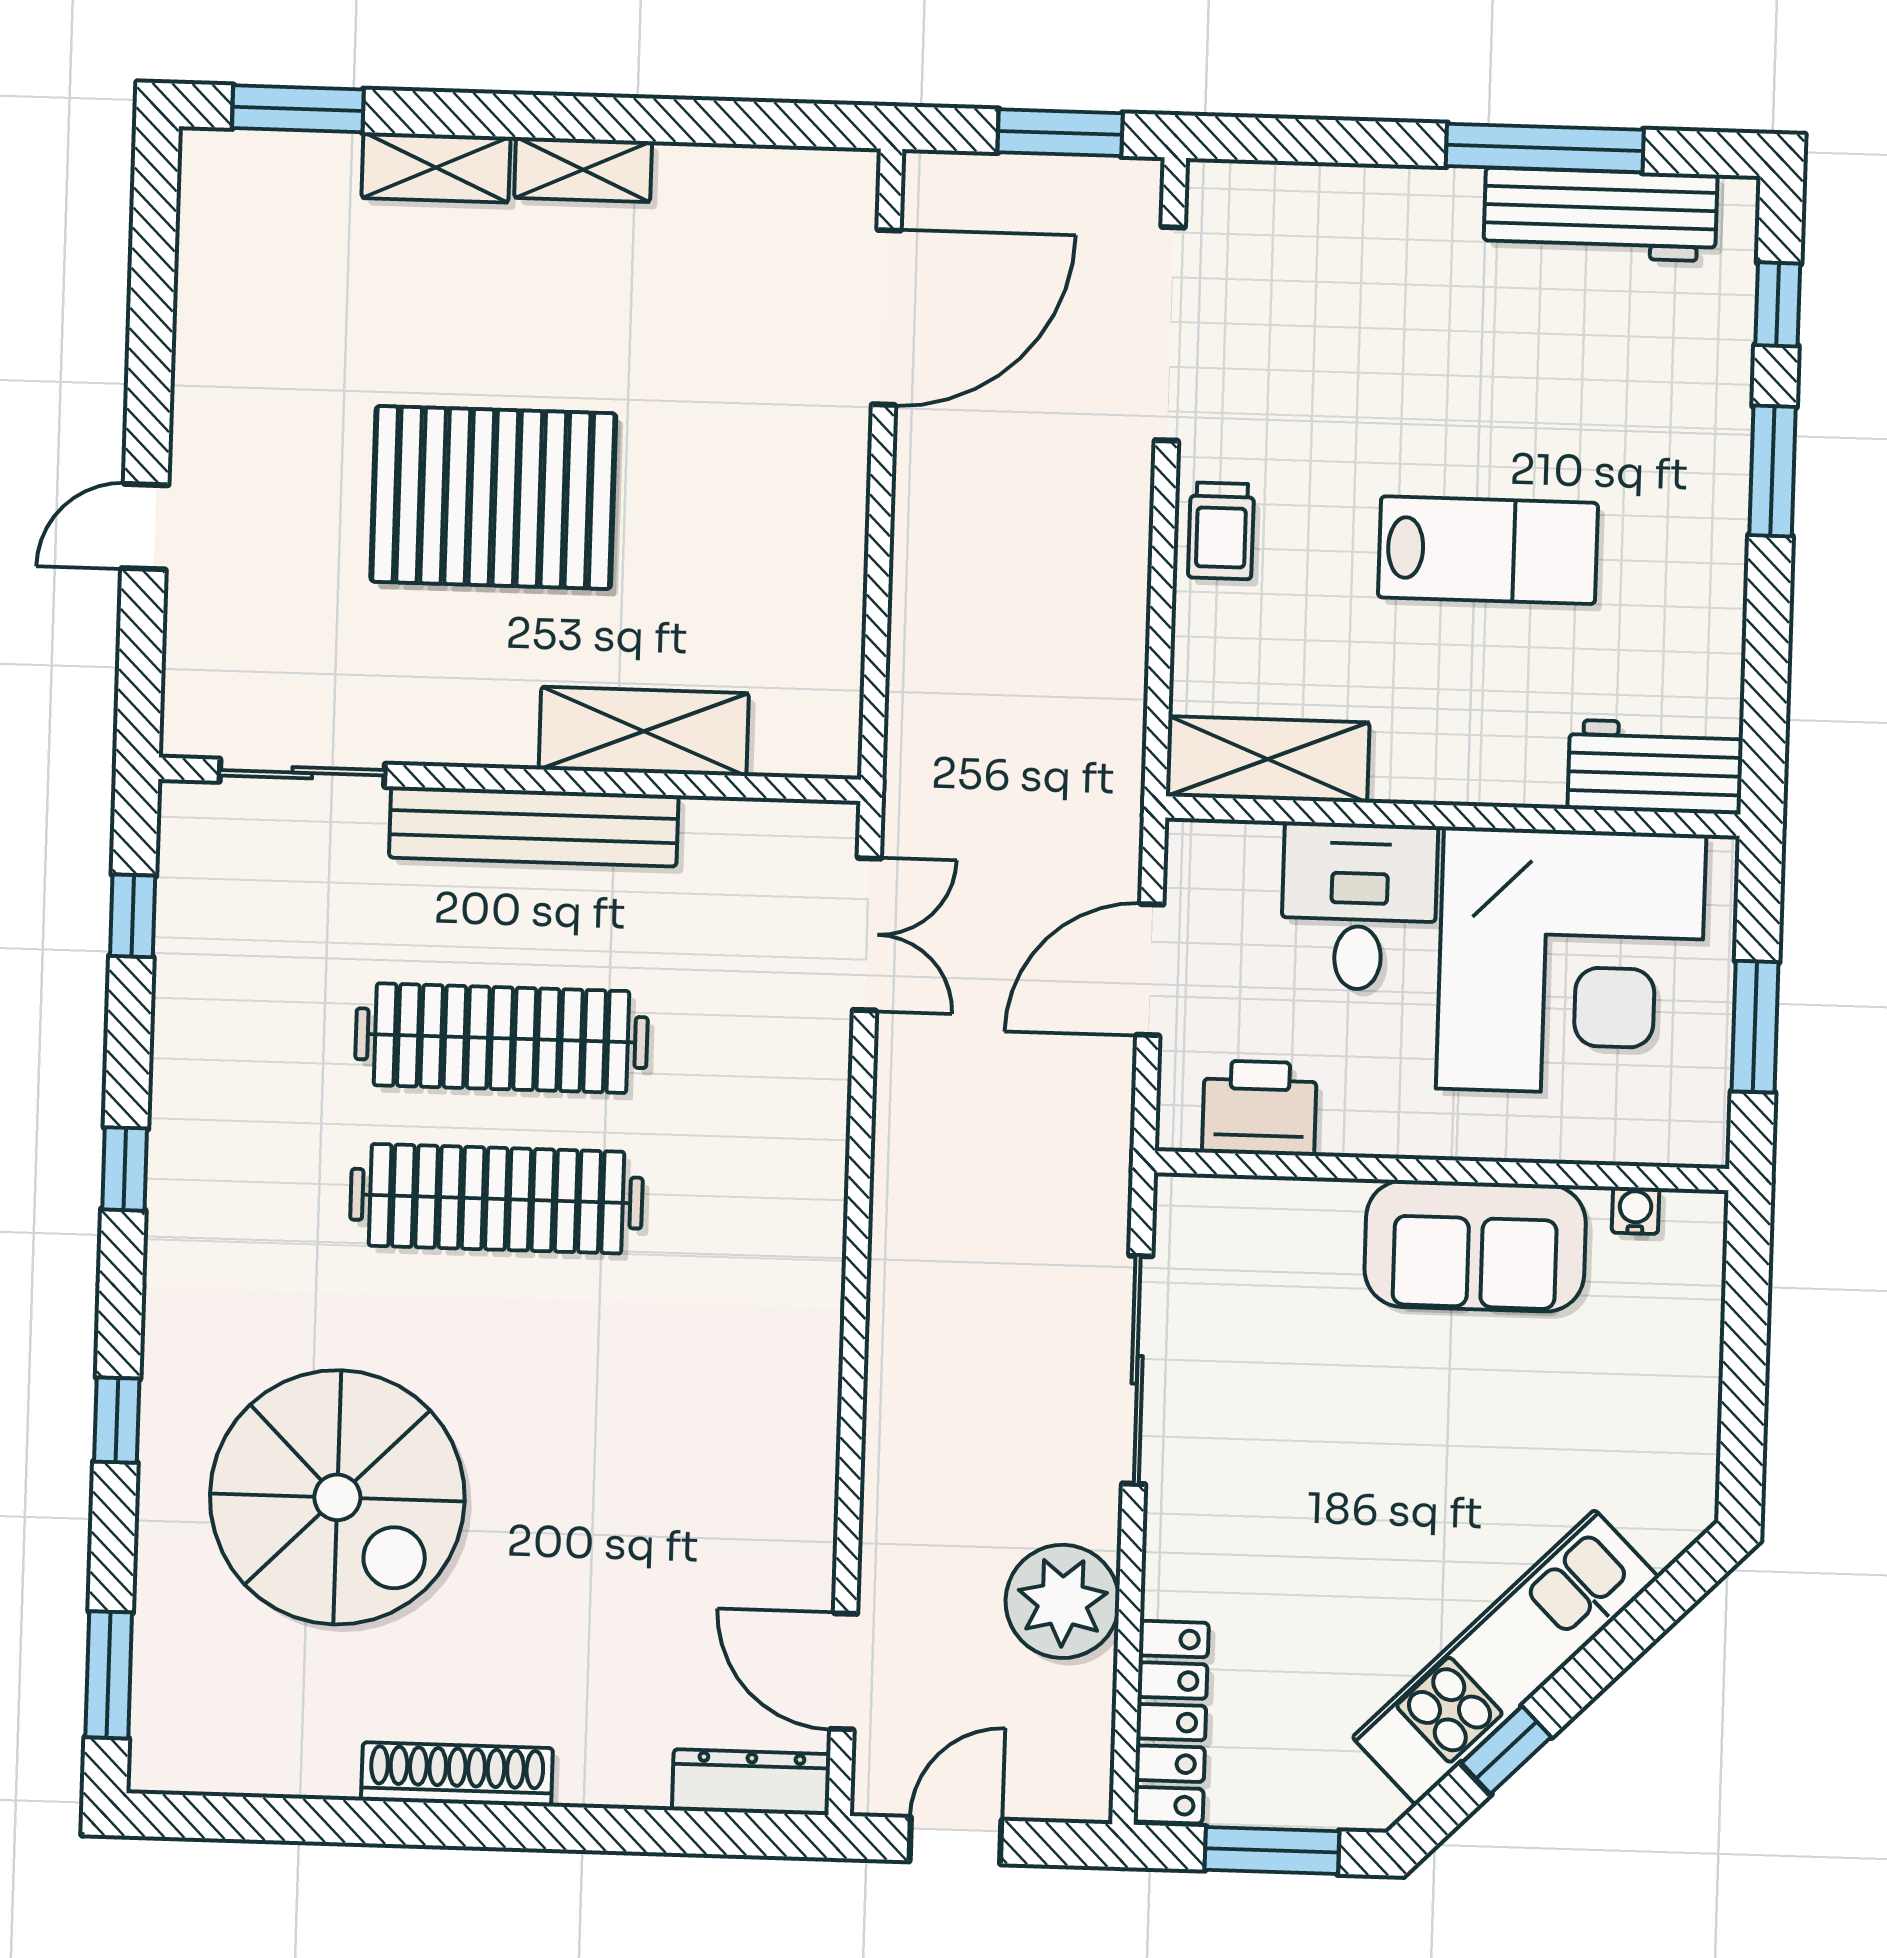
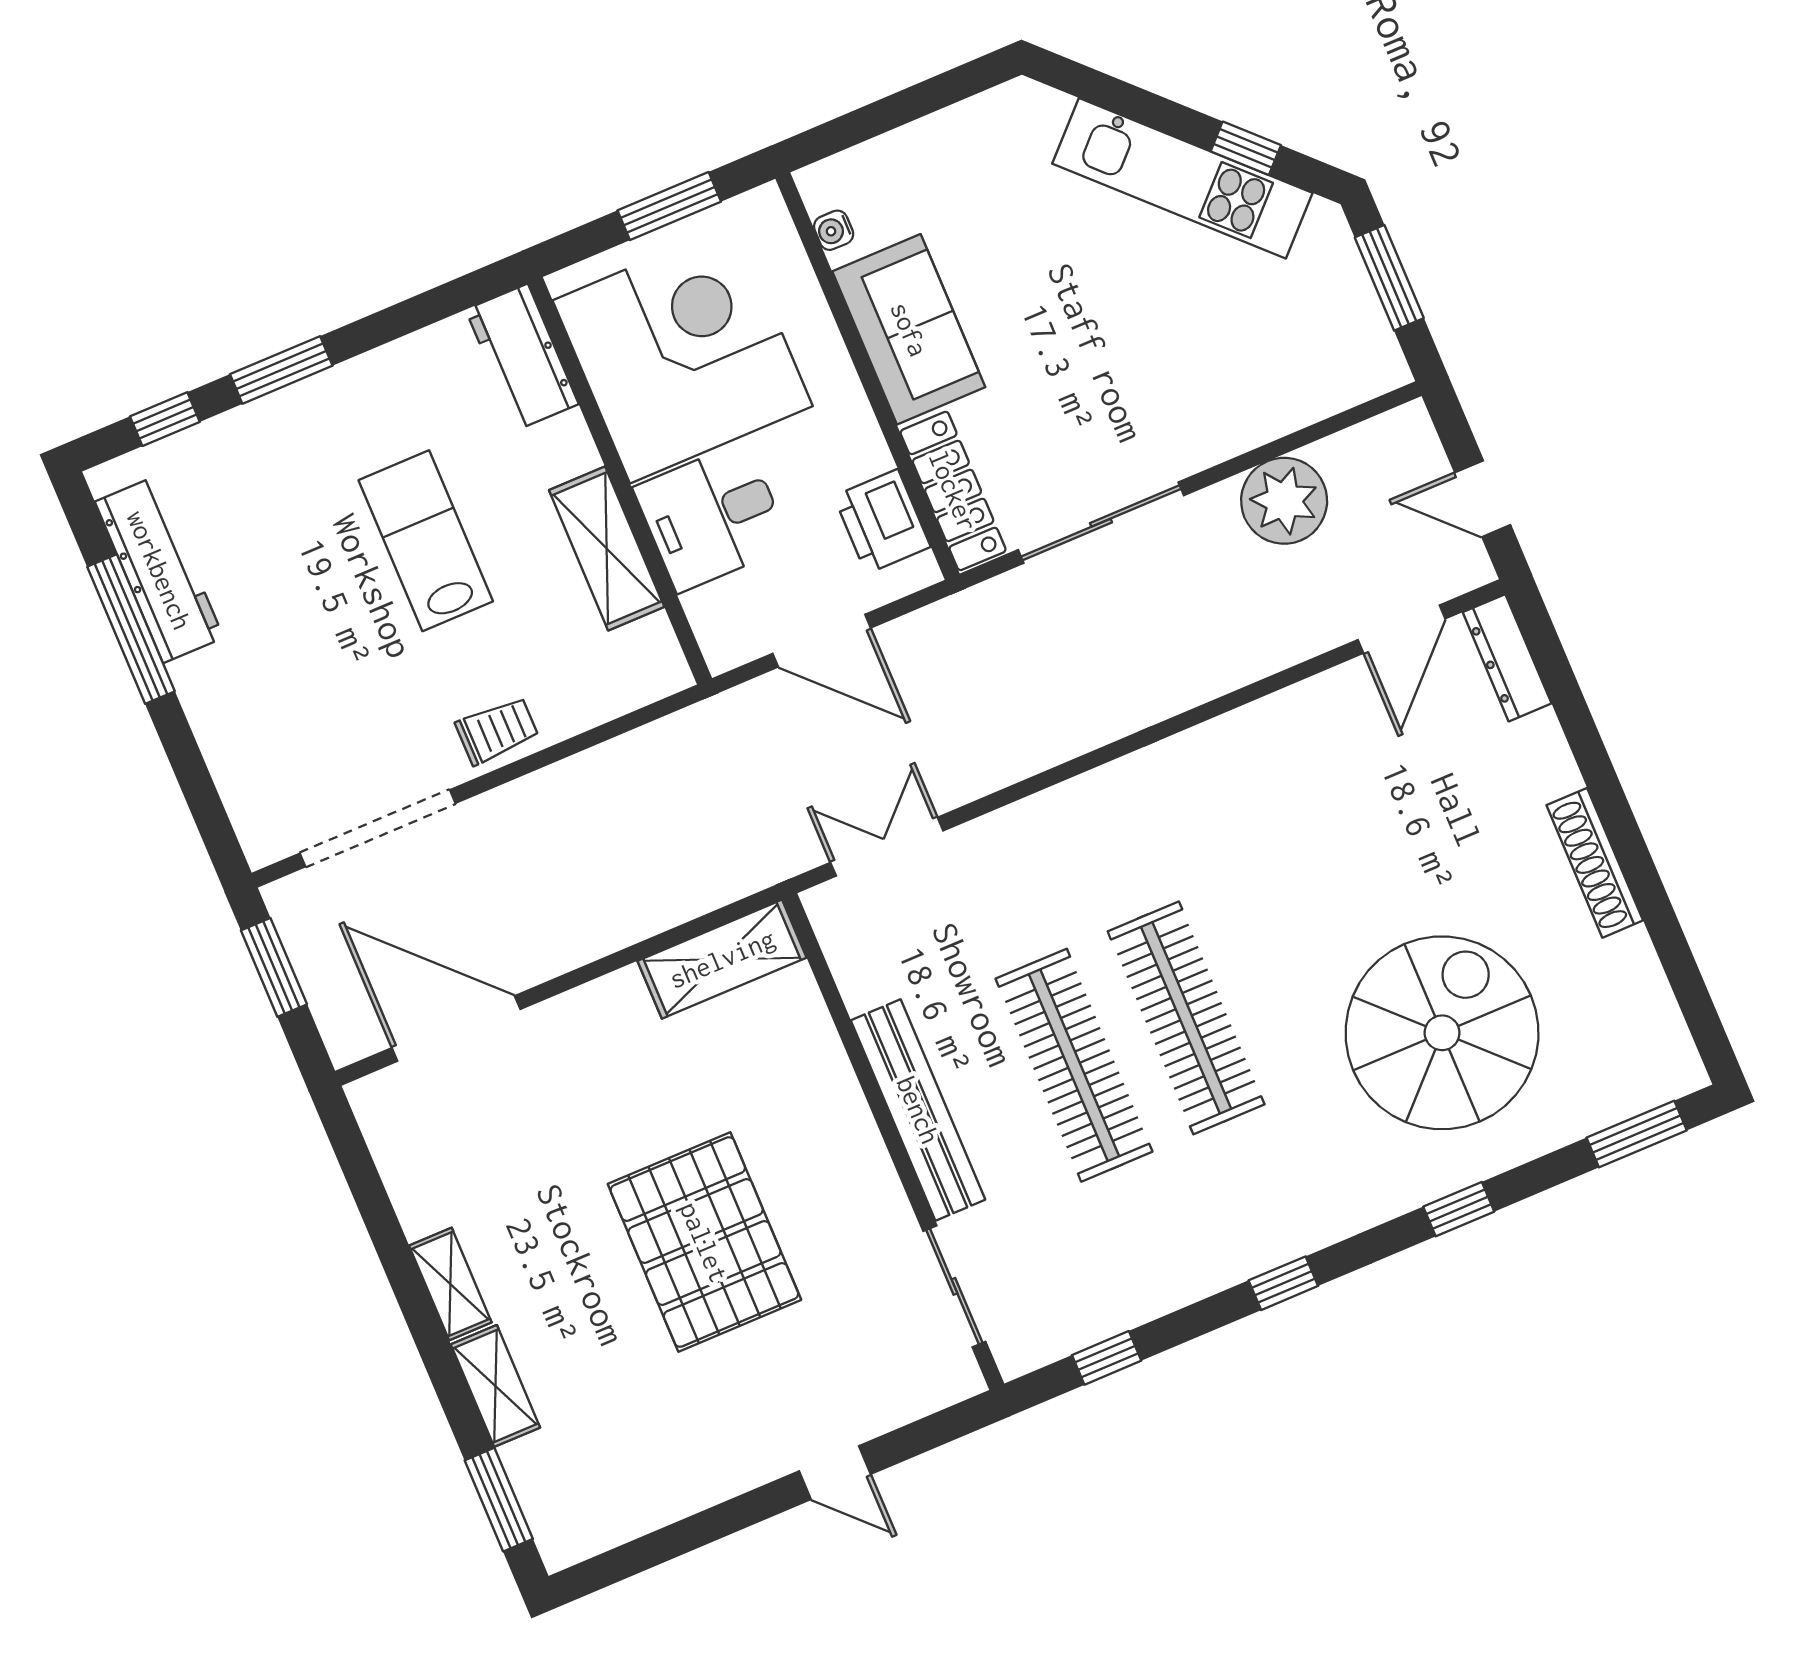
shelving: (644, 731) -> (722, 959), moved, turned 90
shelving: (1268, 759) -> (607, 548), moved
locker: (1171, 1722) -> (953, 491), moved, turned 90

